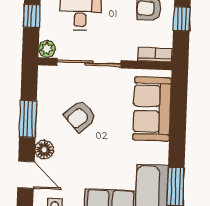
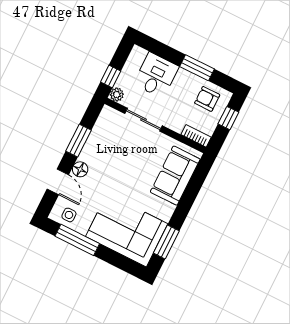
window: (32, 16) -> (111, 77), moved
sliding door: (89, 63) -> (143, 120), width x0.73
armchair: (80, 116) -> (119, 156), removed

